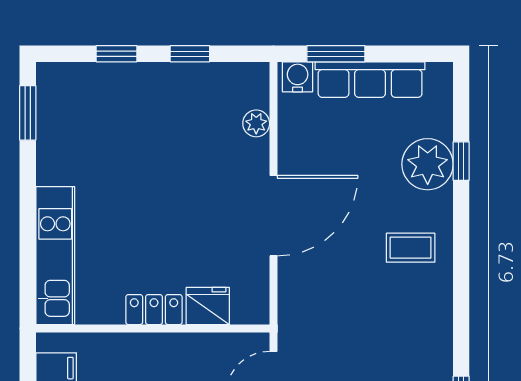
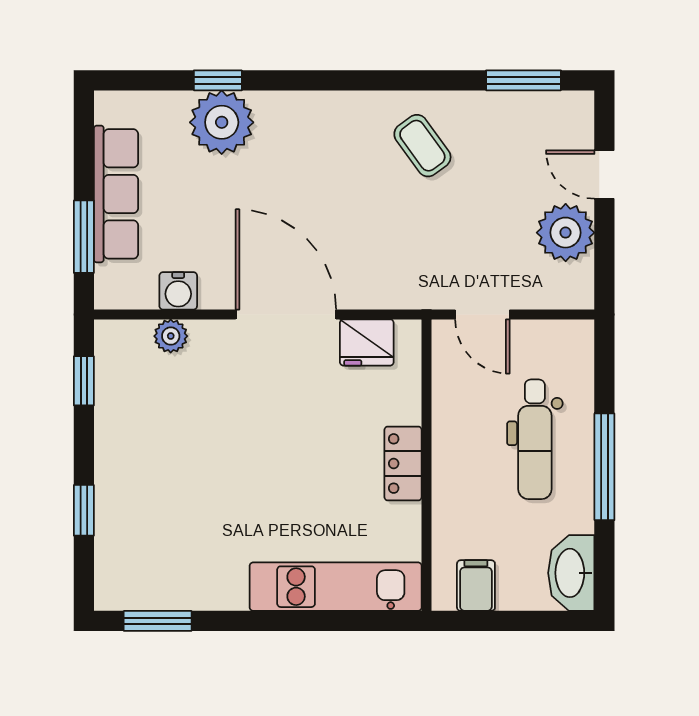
window: (190, 54) -> (84, 381), moved
water cooler: (298, 77) -> (178, 291), moved, turned -90
coffee table: (411, 248) -> (422, 146), moved, turned -36
fridge: (208, 306) -> (367, 342), moved, turned -90

